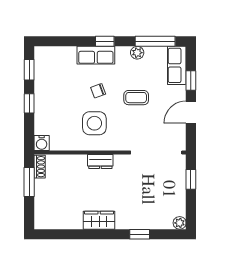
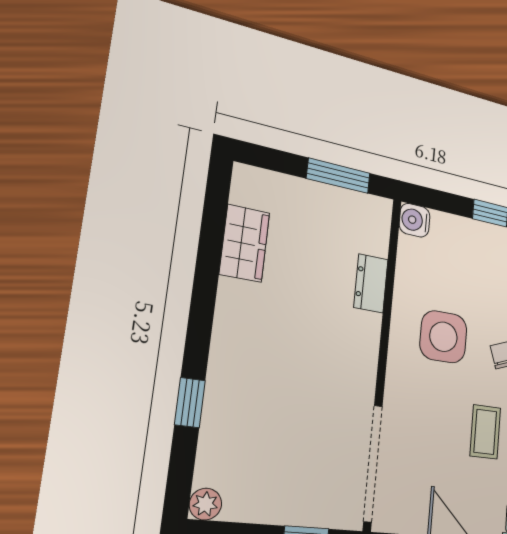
dresser: (100, 162) -> (371, 283), moved
shoe rack: (40, 167) -> (368, 205), removed
wardrobe: (99, 220) -> (245, 243), moved

